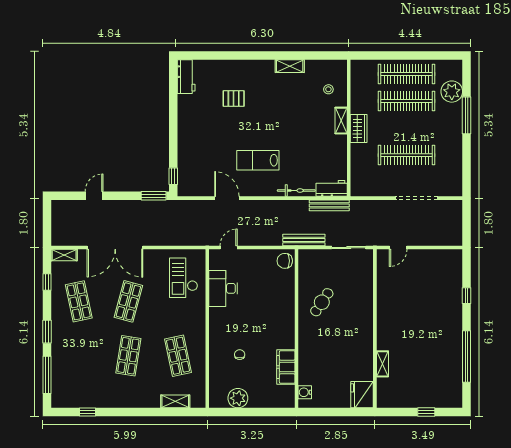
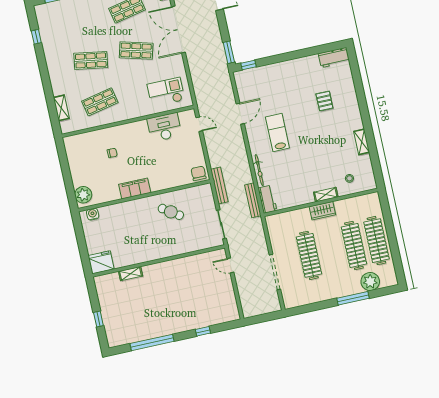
filing cabinet: (286, 367) -> (135, 188), moved
plant: (238, 398) -> (83, 195), moved

